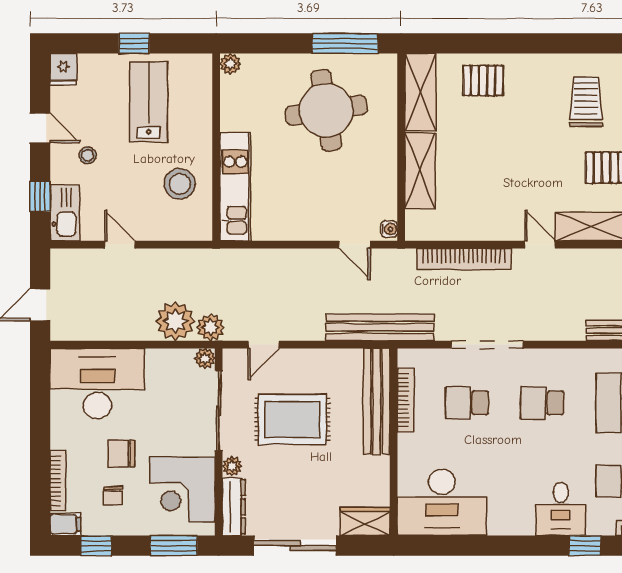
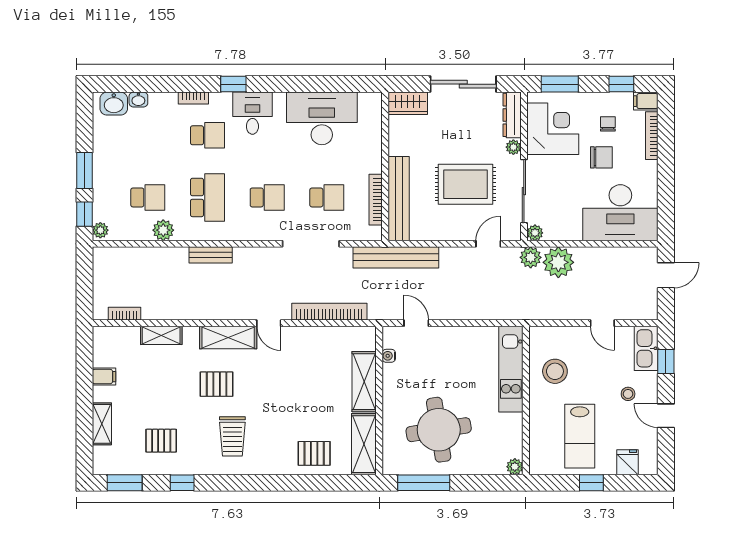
fridge: (63, 69) -> (627, 462), moved
water cooler: (389, 229) -> (389, 356), moved
desk: (442, 502) -> (322, 118), moved

